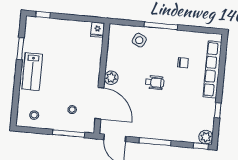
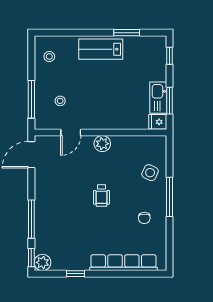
window: (81, 18) -> (169, 101), added
kitchen sink: (77, 27) -> (158, 98), added
chair: (183, 63) -> (144, 218), moved
door: (99, 103) -> (71, 133), width x0.53
window: (155, 142) -> (31, 219), moved

